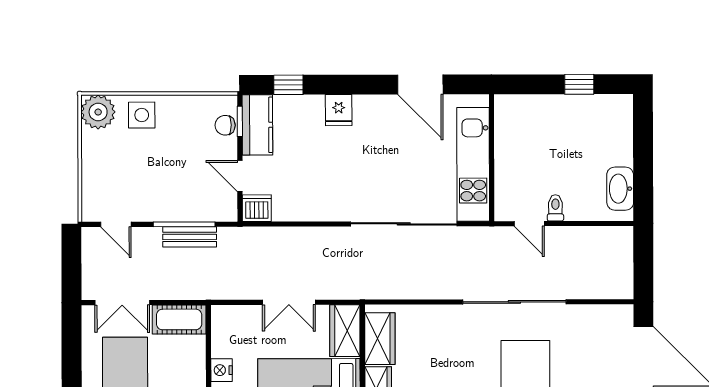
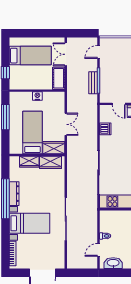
door: (240, 176) -> (119, 104), swing flipped
dishwasher: (257, 208) -> (105, 129), moved
door: (529, 224) -> (99, 250), moved
double door: (289, 302) -> (66, 124), swing flipped

